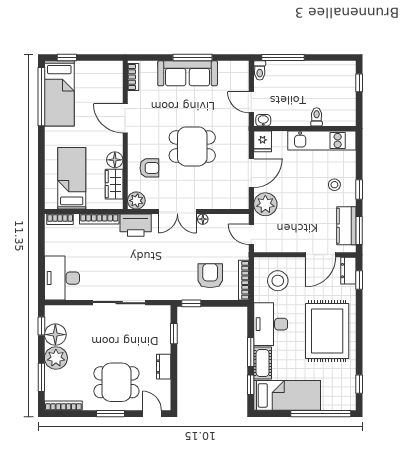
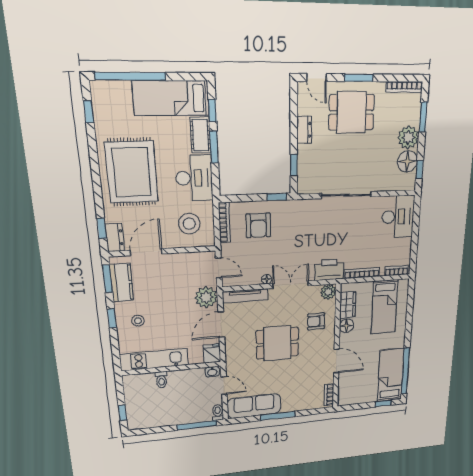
sofa: (188, 73) -> (254, 406), moved
tv unit: (225, 203) -> (245, 296), added

